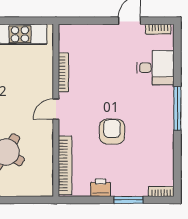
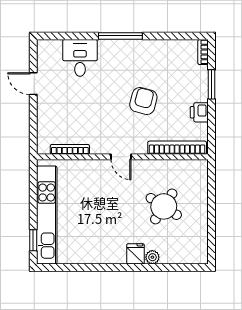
bookcase: (158, 29) -> (42, 55), removed
bookcase: (63, 72) -> (70, 149), moved
armchair: (112, 131) -> (143, 101), turned 105

